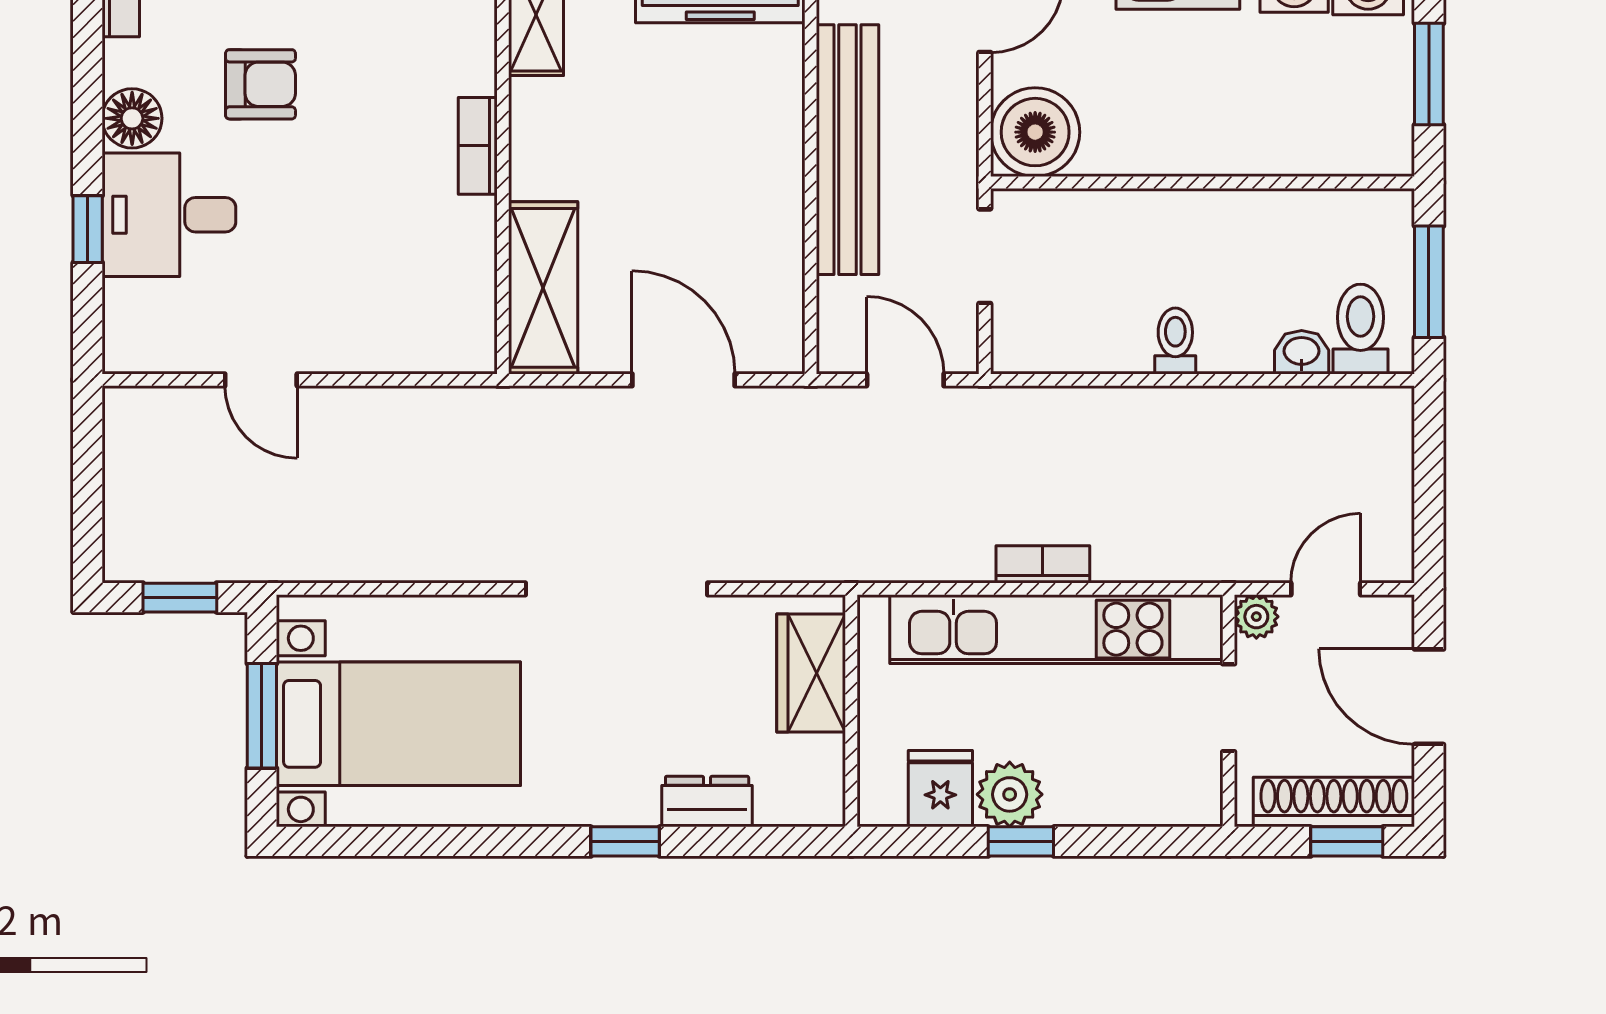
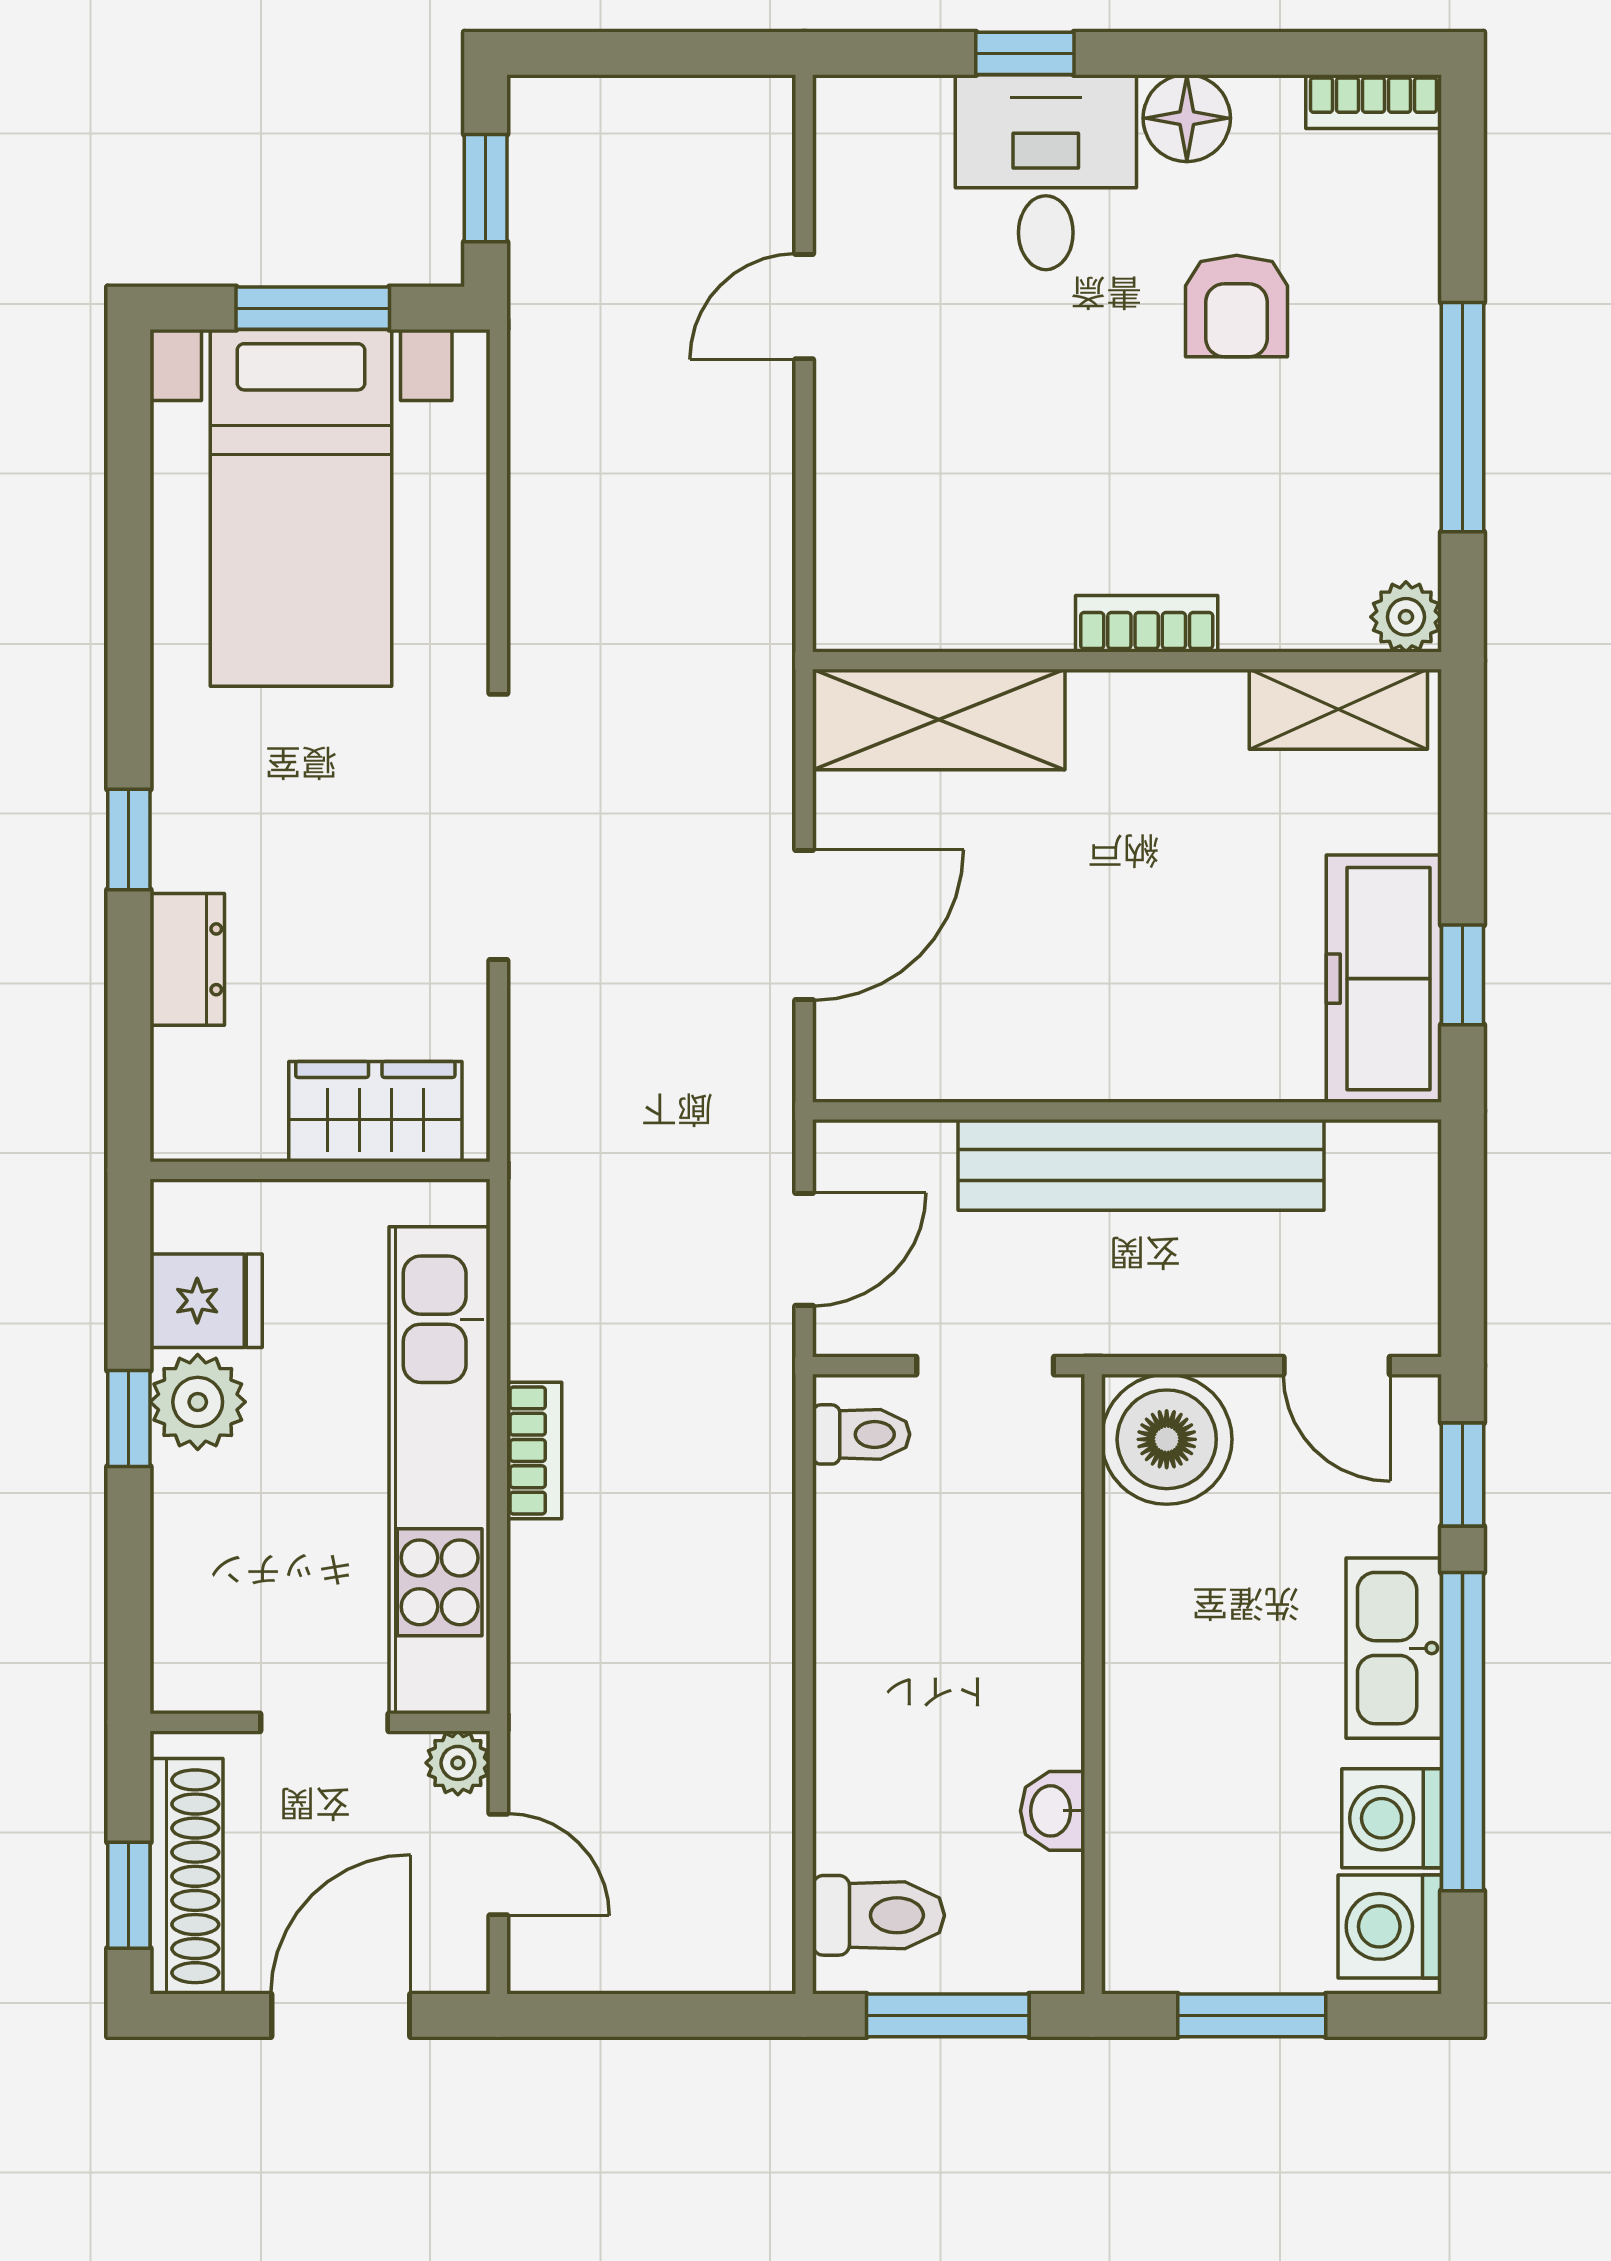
toilet: (1175, 341) -> (861, 1434), moved
washbasin: (1302, 352) -> (1053, 1811), moved, turned 180

